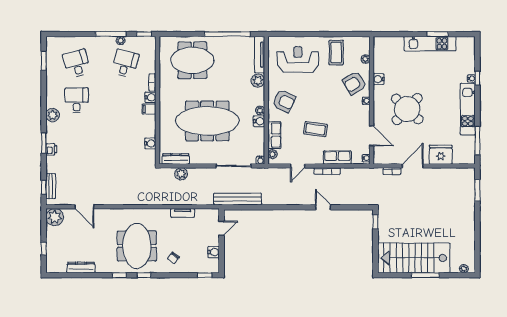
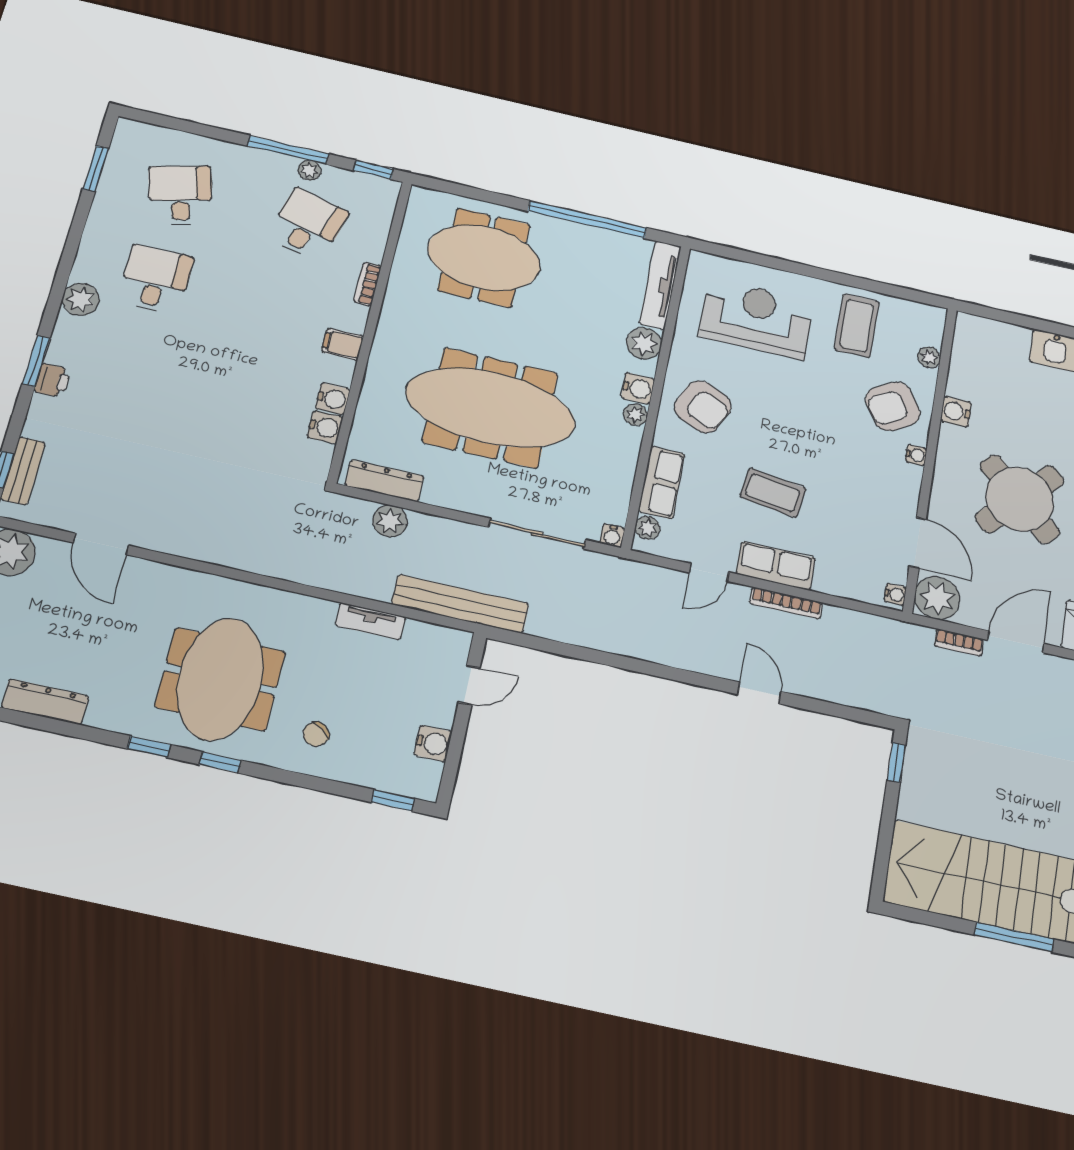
water cooler: (150, 97) -> (333, 399), moved
water cooler: (259, 121) -> (638, 388), moved
plant: (382, 156) -> (937, 598), added
row of seats: (337, 158) -> (776, 566), moved
bench: (238, 199) -> (460, 604), moved

